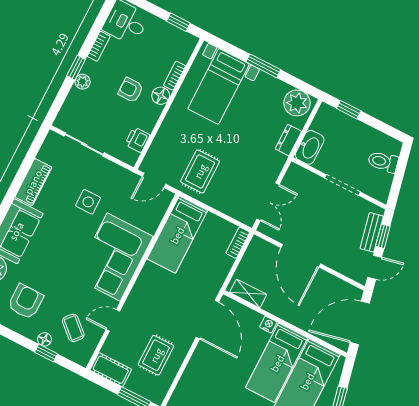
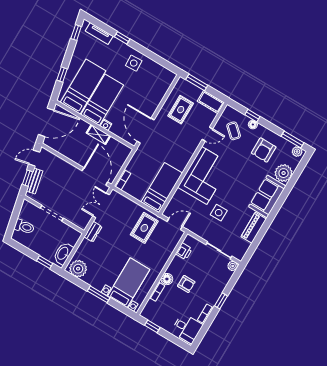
plant: (82, 82) -> (233, 266), moved
dresser: (288, 140) -> (93, 232), moved
washbasin: (310, 147) -> (63, 253), moved
door: (301, 256) -> (95, 176), moved
shelving: (248, 293) -> (98, 135), moved

